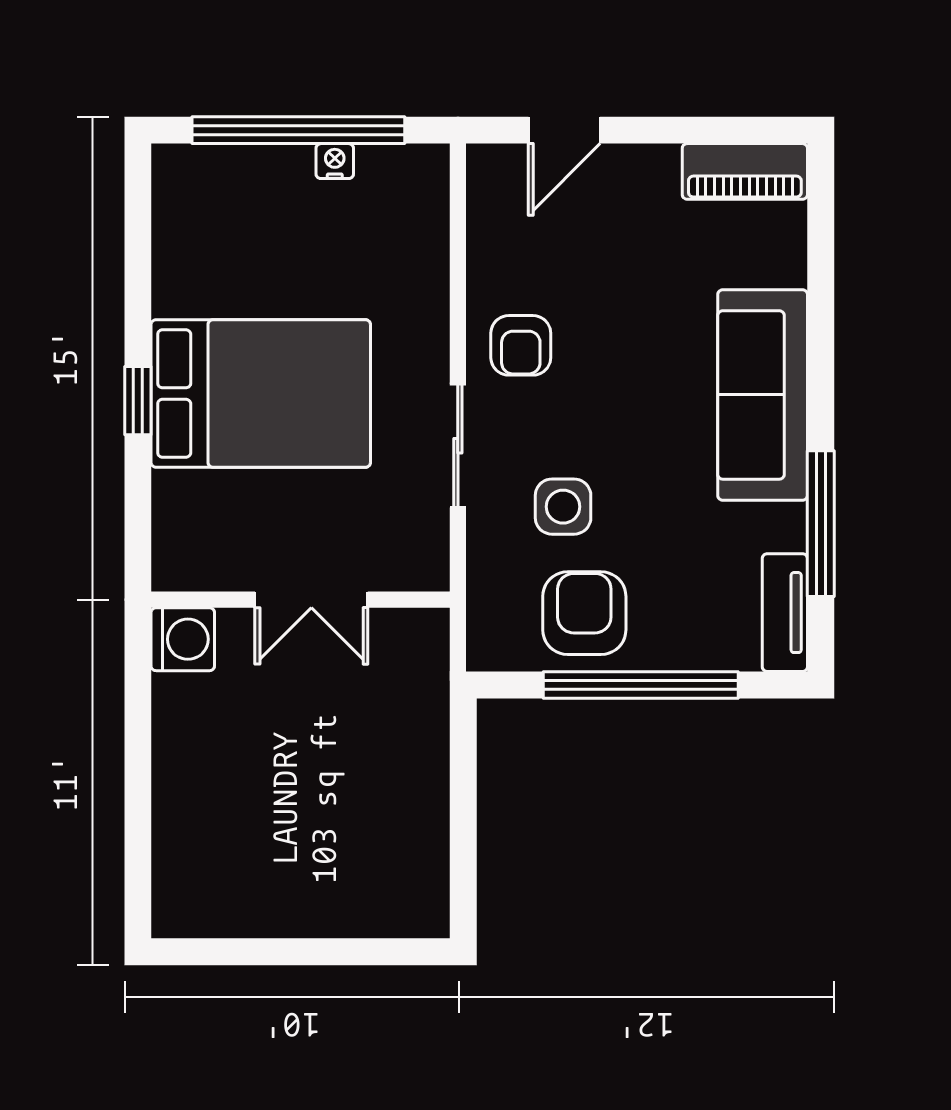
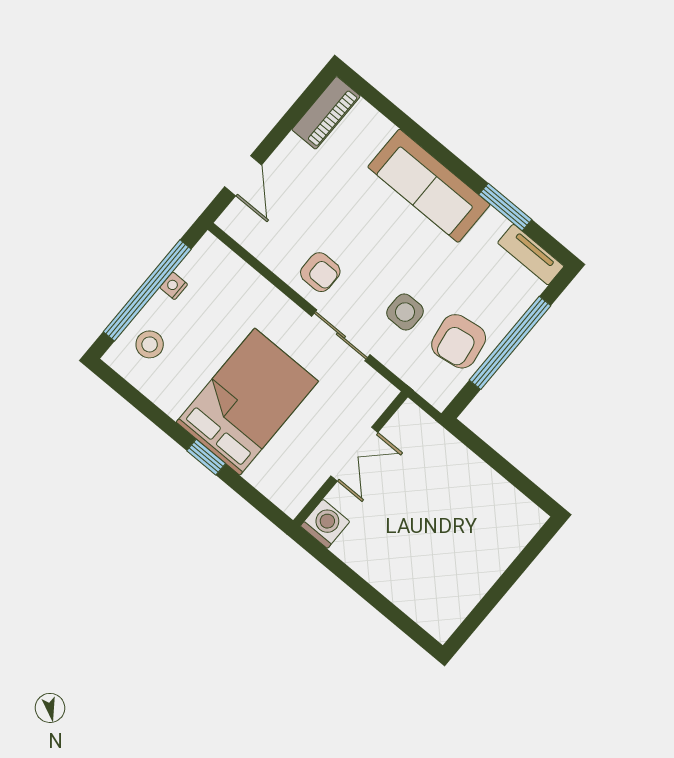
stool: (227, 195) -> (150, 344), added
window: (821, 524) -> (505, 207), width x0.69
armchair: (584, 613) -> (459, 341), turned -99

